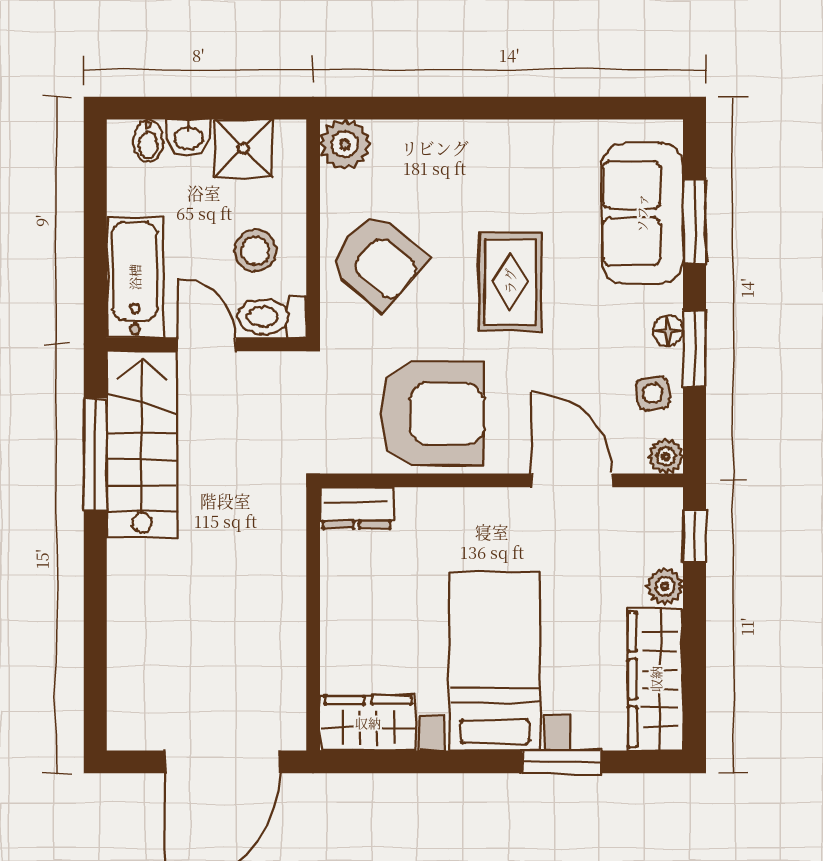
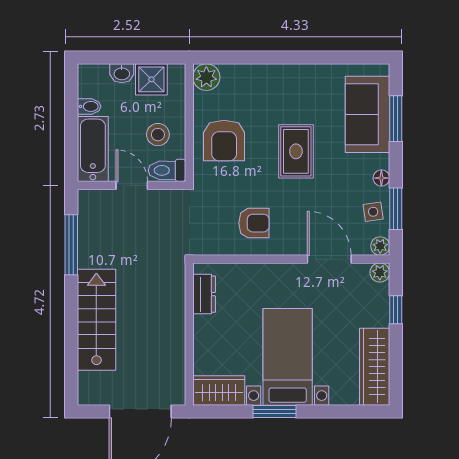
bidet: (148, 141) -> (89, 106), moved, turned -90
armchair: (377, 262) -> (224, 141), turned 50
window: (694, 349) -> (396, 209), moved
armchair: (432, 414) -> (254, 223), width x0.53, depth x0.53
stairs: (142, 444) -> (96, 320), moved
dresser: (357, 508) -> (204, 294), moved, turned -90
window: (694, 536) -> (396, 310), moved
plant: (665, 586) -> (380, 272), moved
window: (562, 762) -> (274, 411), moved

